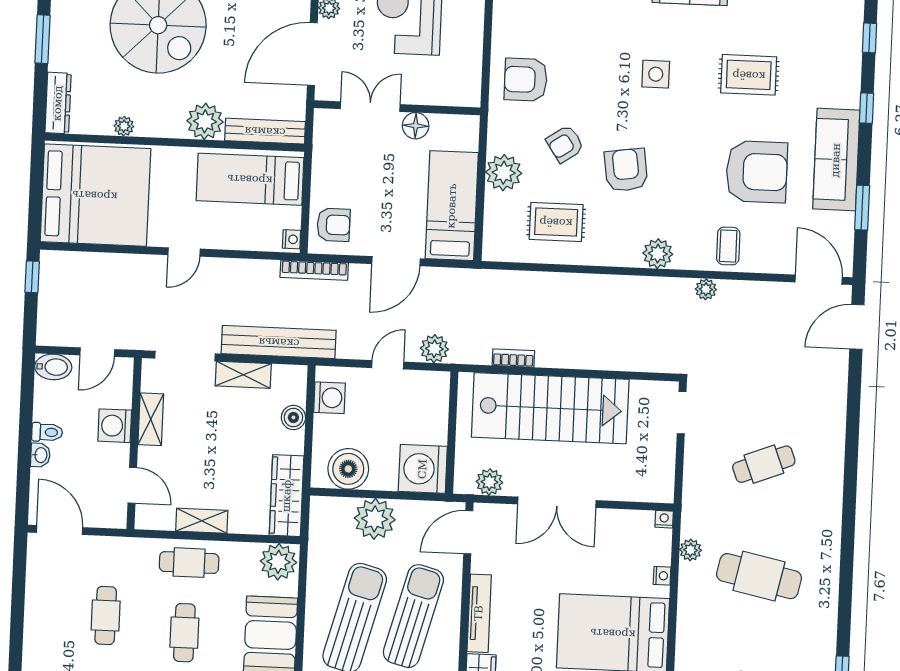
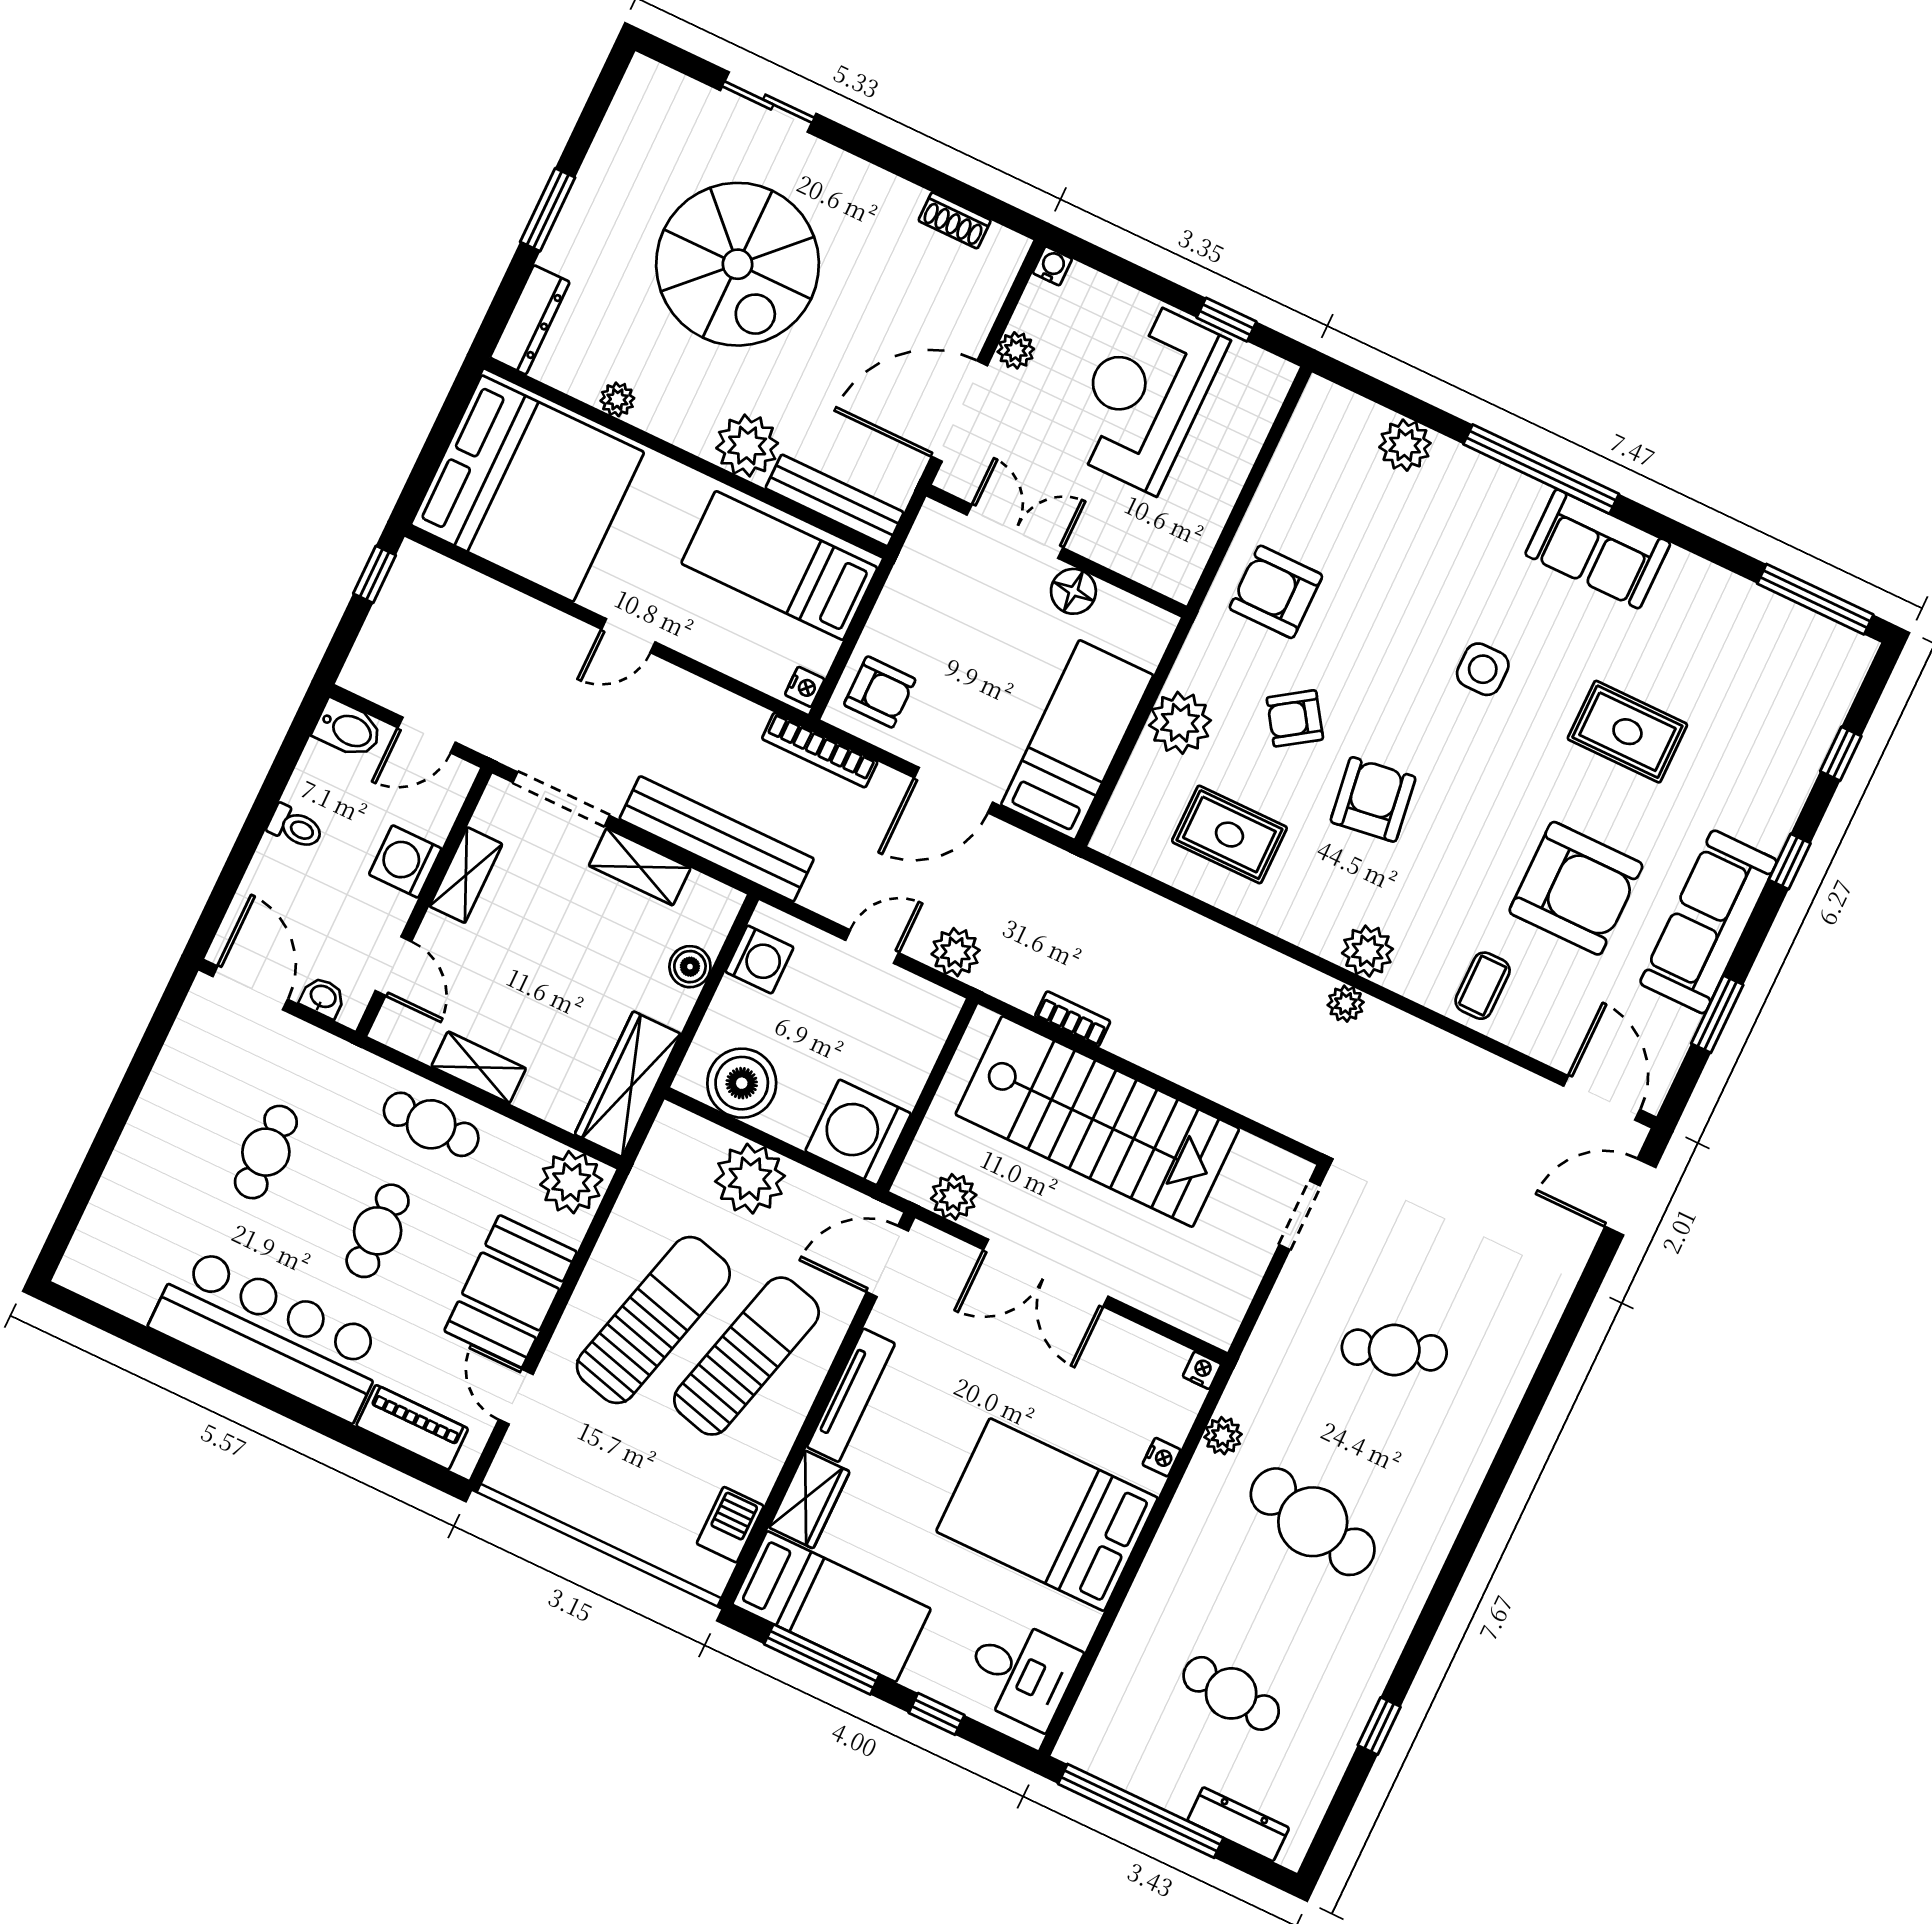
plant: (706, 289) -> (1346, 1004), moved
washbasin: (40, 455) -> (323, 997), moved, turned -90

